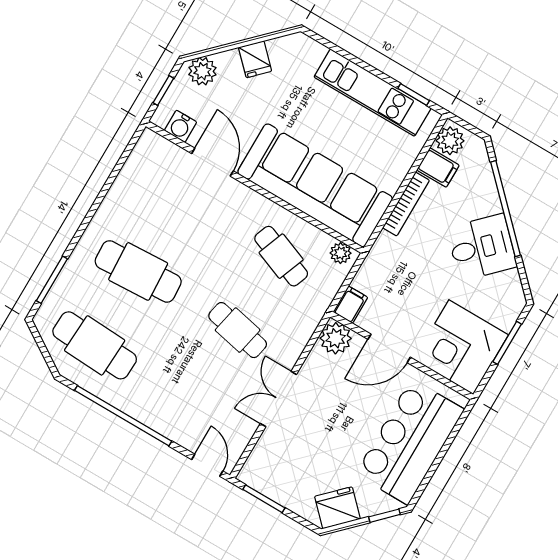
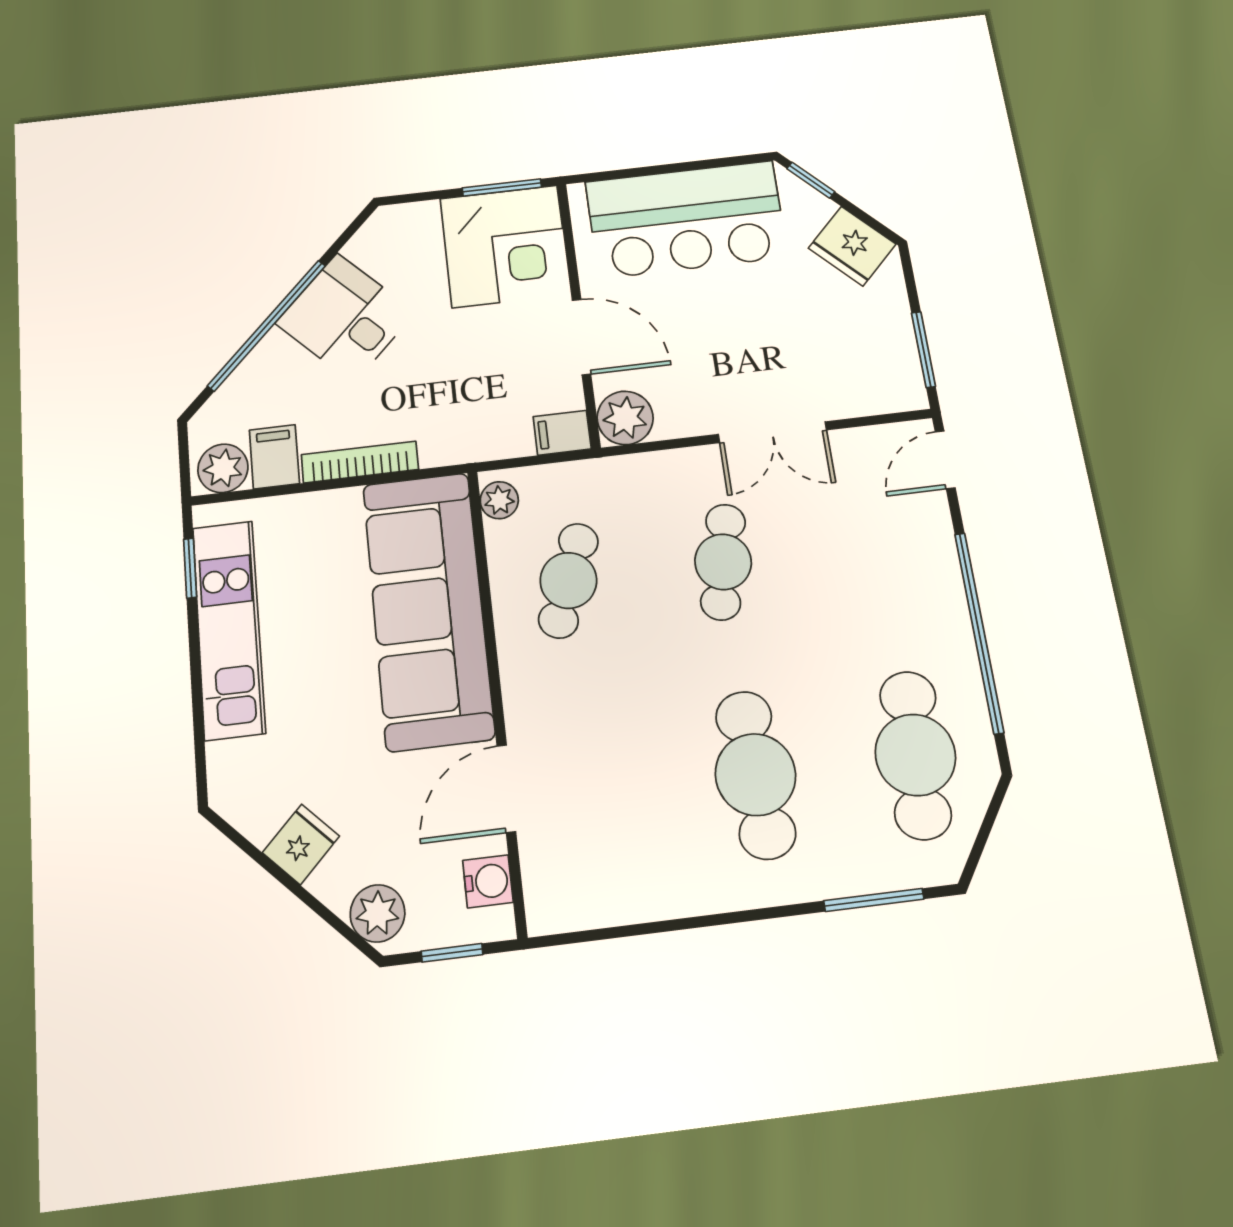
window: (507, 343) -> (502, 187), moved

